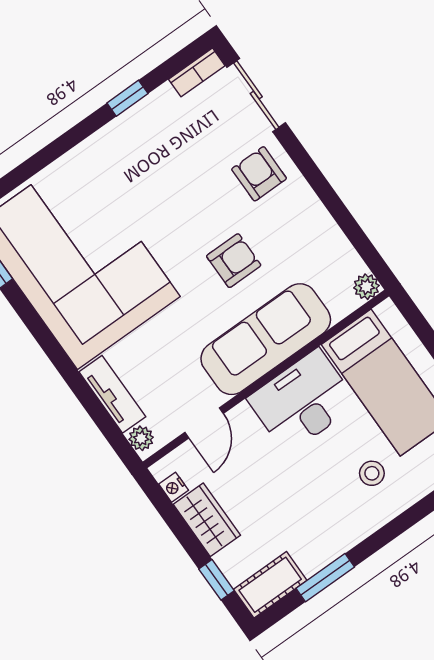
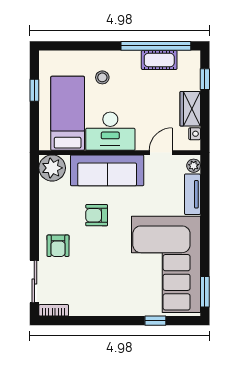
window: (127, 98) -> (155, 321), moved
plant: (366, 287) -> (52, 168), width x1.87, depth x1.87
window: (325, 578) -> (156, 46), width x2.11
cot: (270, 585) -> (159, 60), moved

